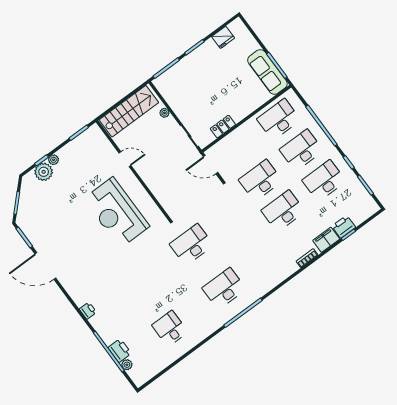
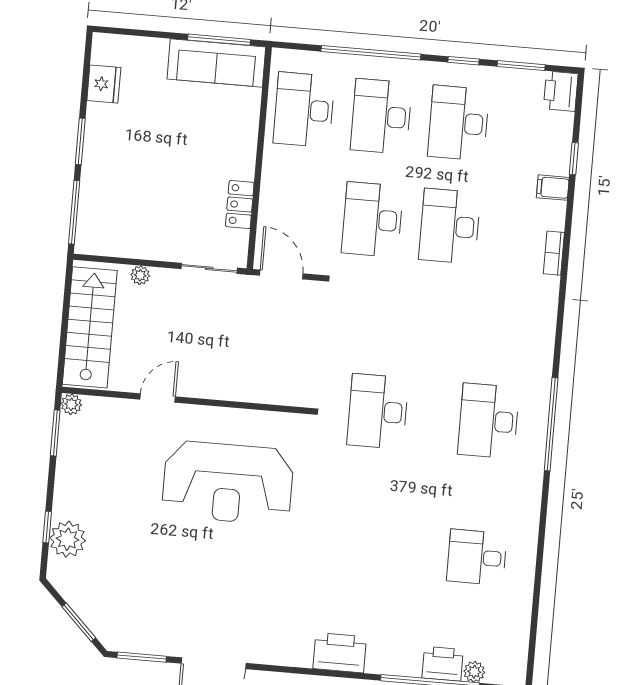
plant: (54, 160) -> (71, 404), moved
door: (211, 165) -> (281, 275), swing flipped
printer: (344, 227) -> (561, 91), moved
filing cabinet: (326, 240) -> (553, 188), width x0.50
printer: (88, 311) -> (340, 653), width x1.87, depth x1.48

